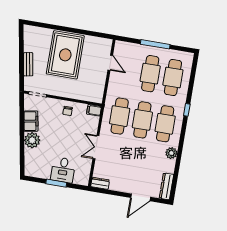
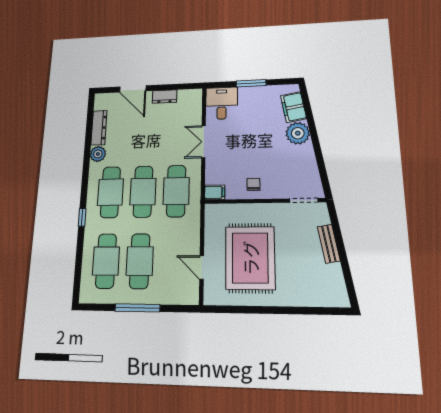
rug: (65, 55) -> (250, 258), moved
filing cabinet: (31, 121) -> (293, 107), moved
double door: (96, 147) -> (204, 142), swing flipped
desk: (63, 170) -> (222, 103), moved
dresser: (100, 183) -> (165, 97), moved
dresser: (166, 186) -> (99, 128), moved
door: (141, 197) -> (133, 89), swing flipped

